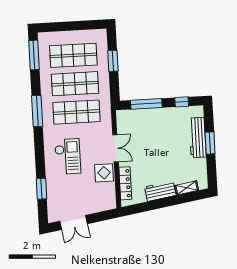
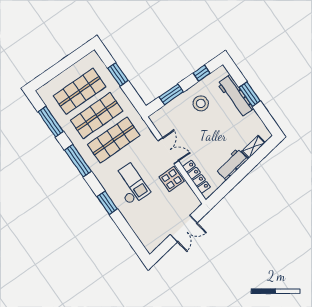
window: (34, 55) -> (51, 122), moved
window: (146, 104) -> (171, 94), width x0.69
stool: (166, 126) -> (201, 103), added
window: (42, 189) -> (107, 203), moved
double door: (74, 222) -> (184, 229), moved

